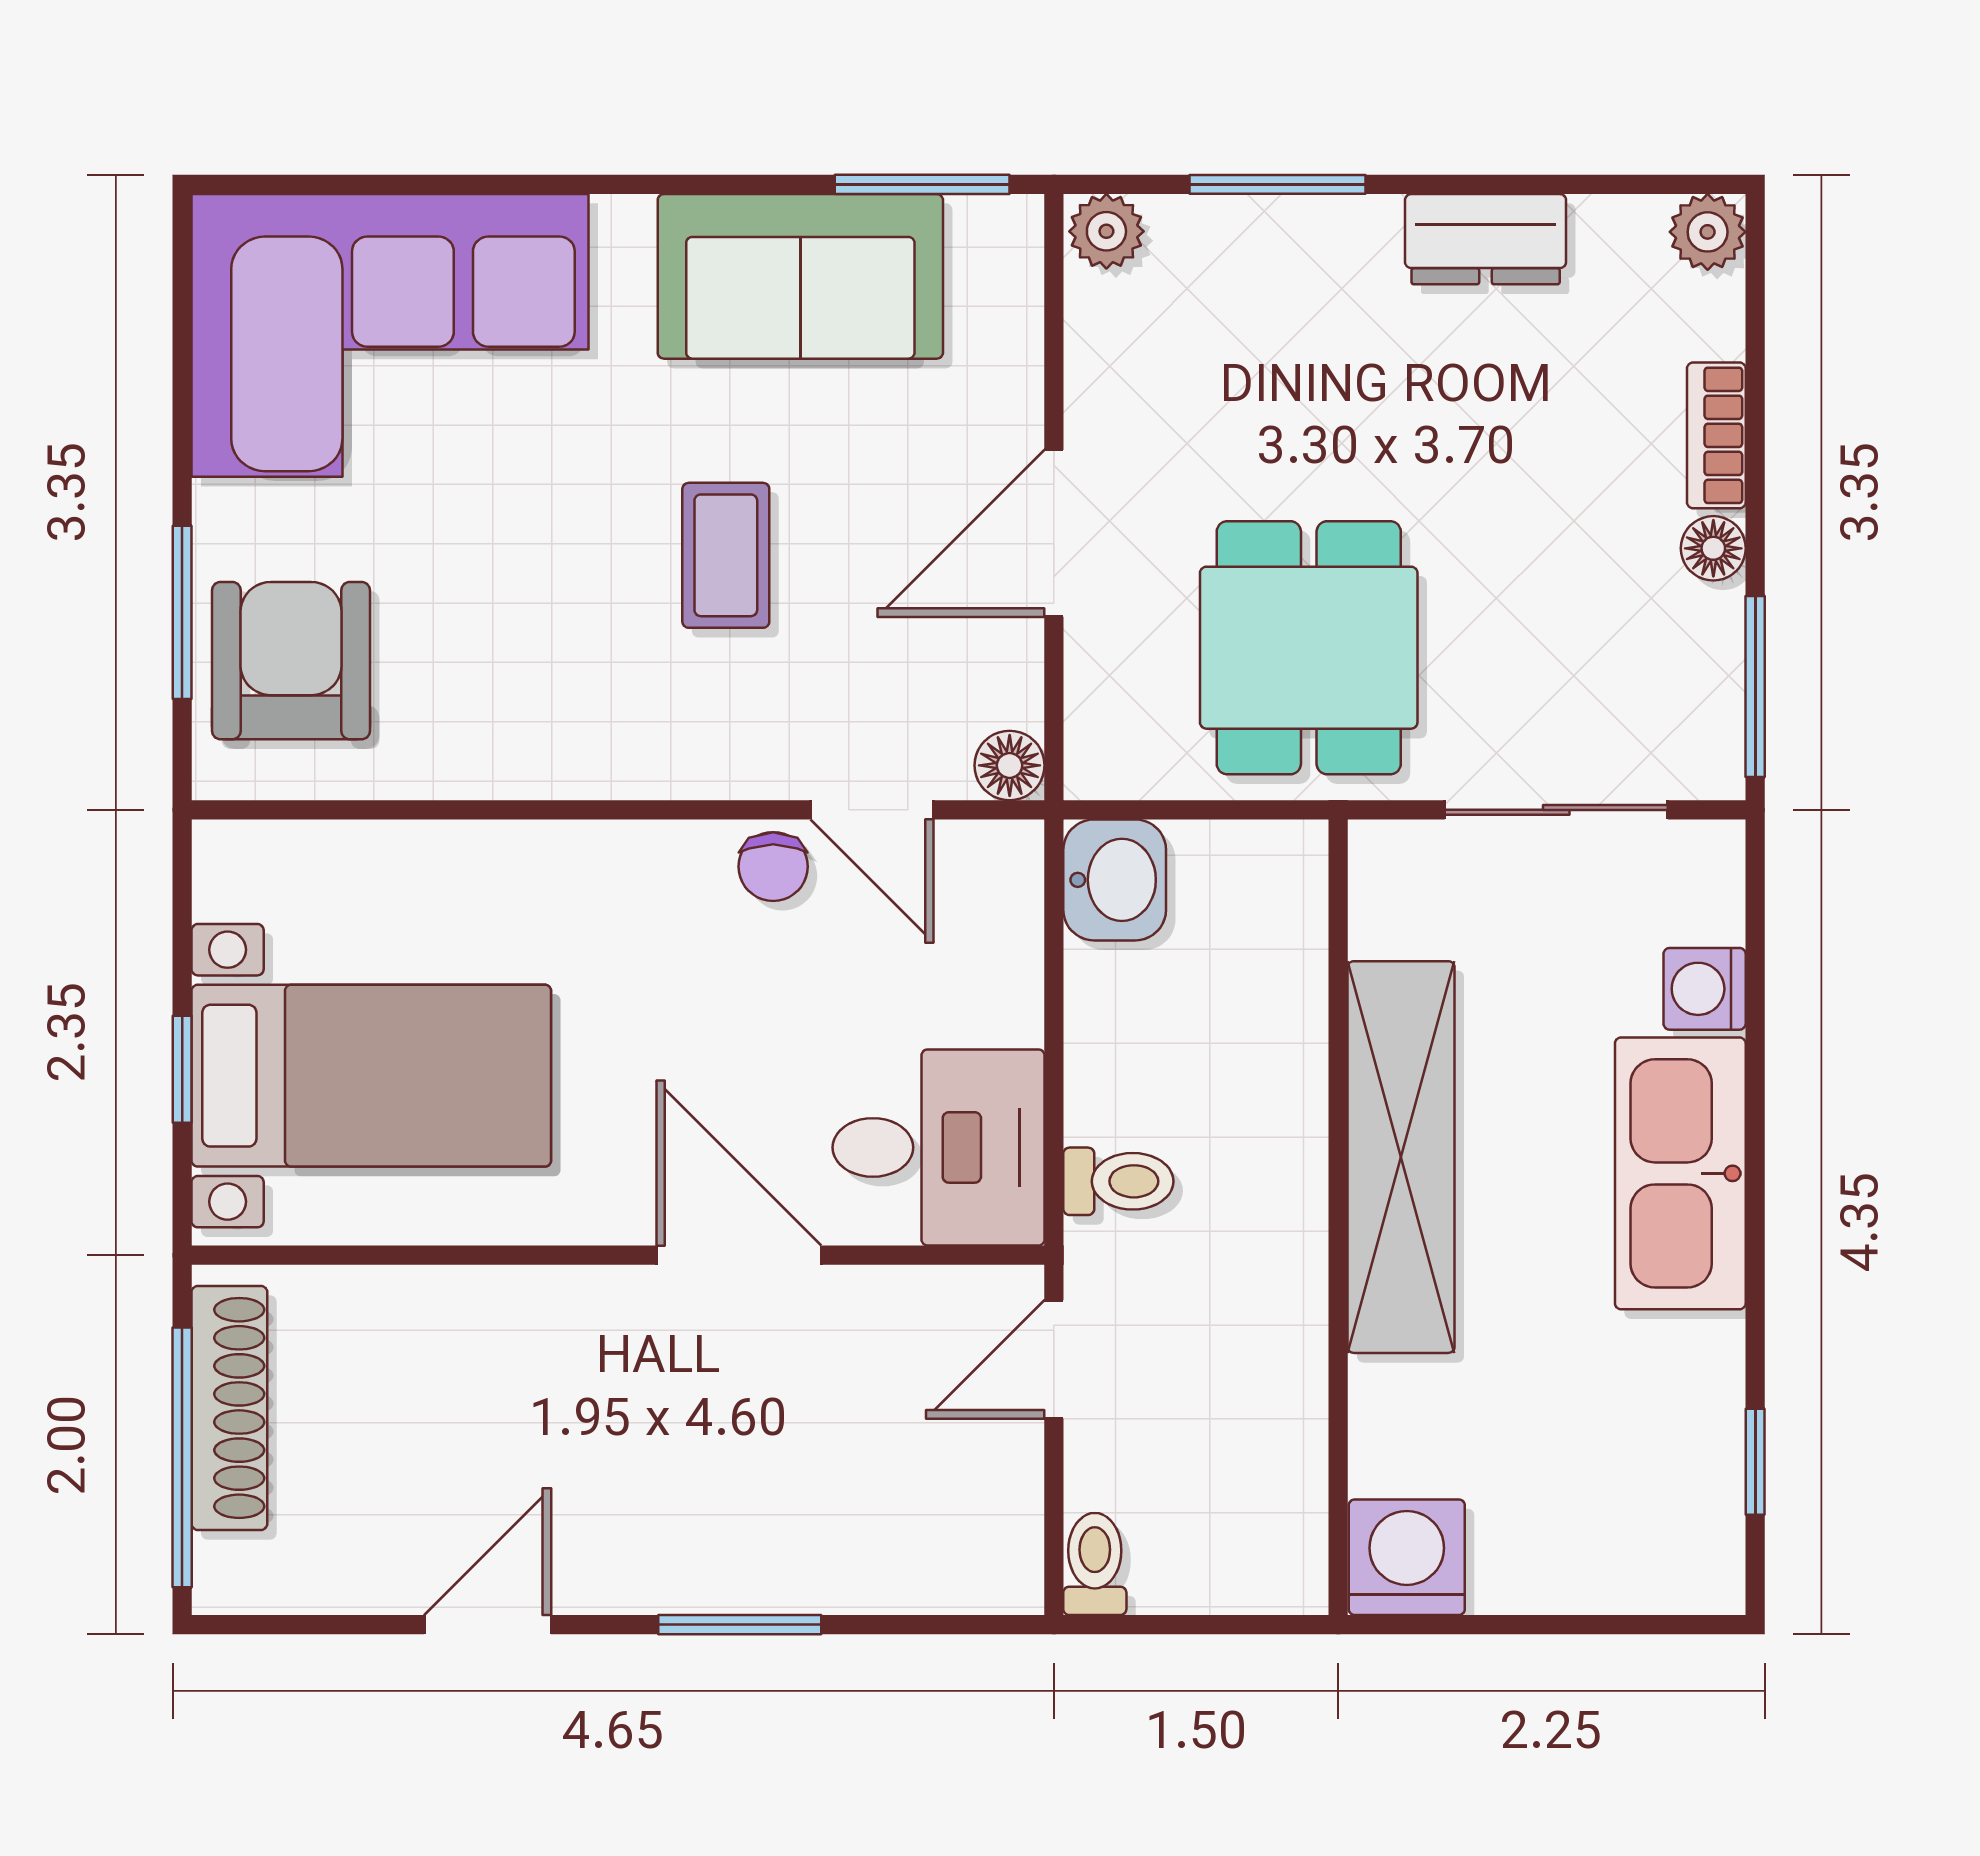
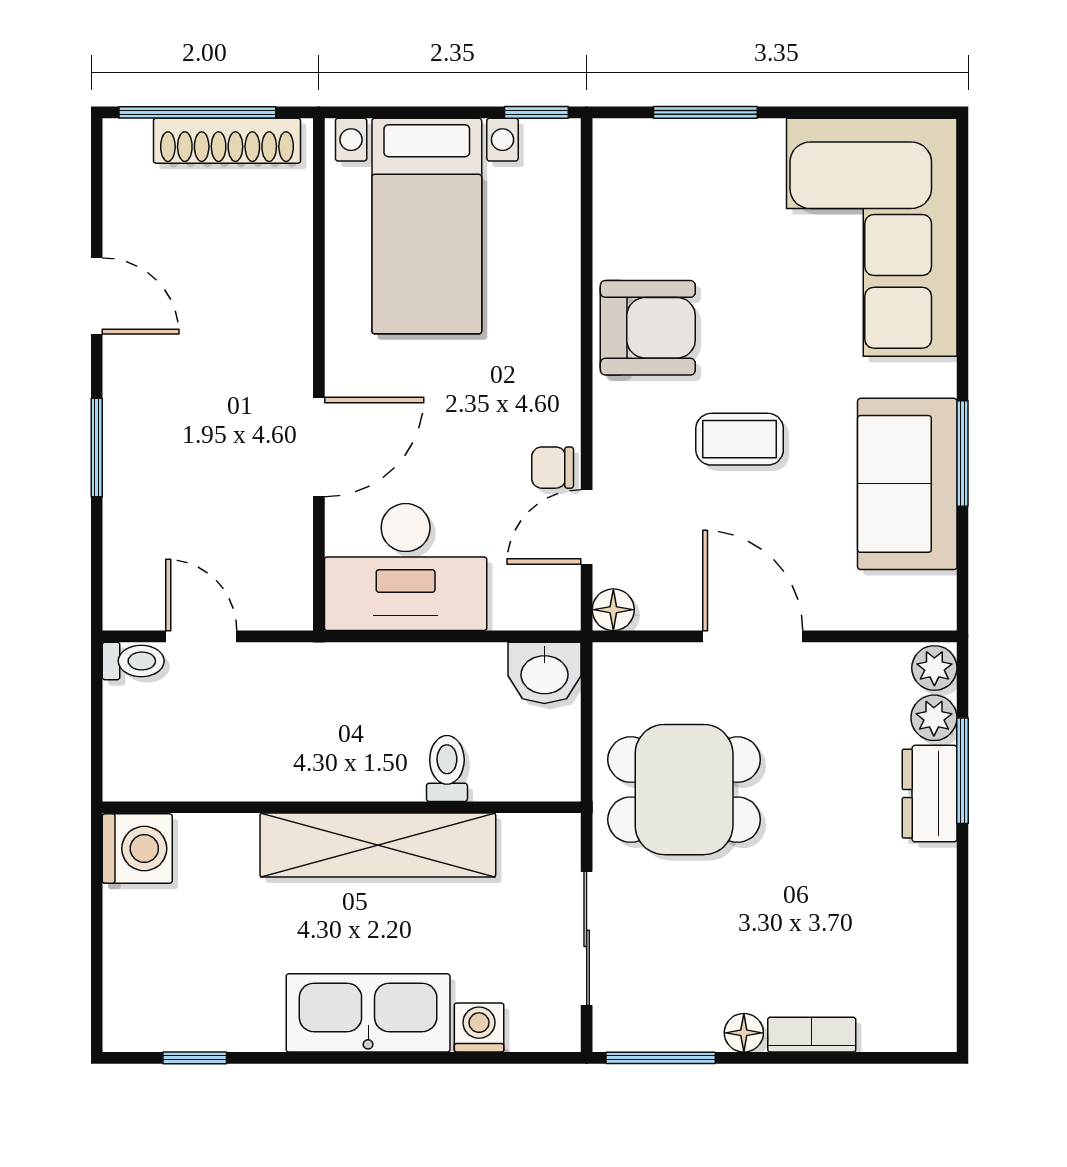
window: (922, 184) -> (963, 454), moved
plant: (1708, 232) -> (934, 718), moved
dresser: (1486, 239) -> (930, 794), moved
armchair: (291, 661) -> (648, 328), moved
window: (182, 1069) -> (536, 112), moved
desk: (939, 1147) -> (406, 567), width x1.37
toilet: (1118, 1181) -> (447, 768), moved, turned 180
door: (1054, 1359) -> (201, 636), moved

